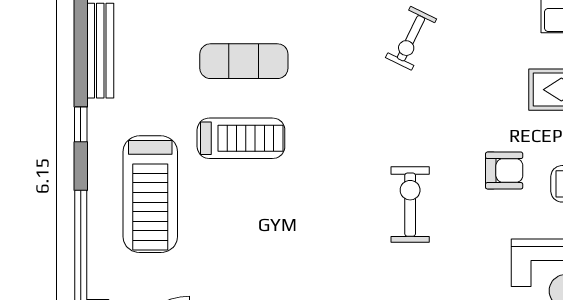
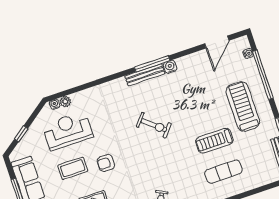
exercise bike: (410, 205) -> (154, 125), moved, turned -50

